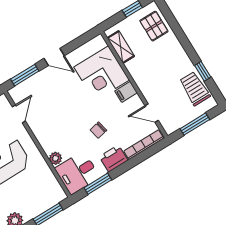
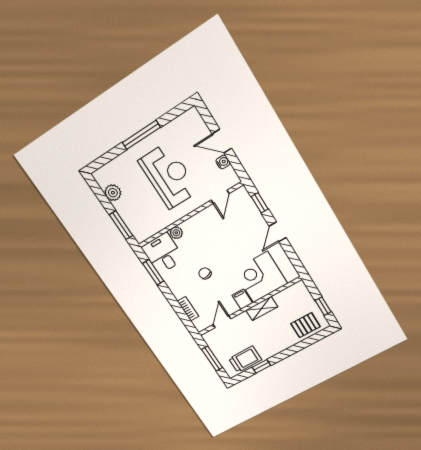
shelving: (121, 47) -> (262, 308), moved
window: (25, 75) -> (260, 203), width x0.67
door: (19, 114) -> (220, 197), hinge flipped
bookcase: (144, 145) -> (188, 309), width x0.64
printer: (114, 158) -> (178, 287), removed

